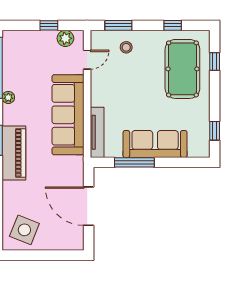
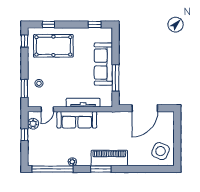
window: (173, 25) -> (24, 41), moved
door: (87, 60) -> (47, 109), swing flipped
sofa: (68, 115) -> (77, 120), width x0.74, depth x0.79
tv unit: (97, 132) -> (83, 103), moved

